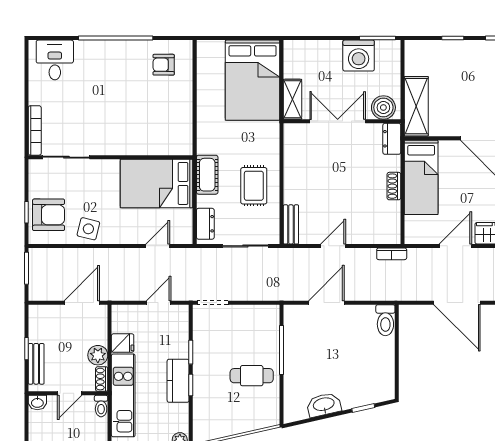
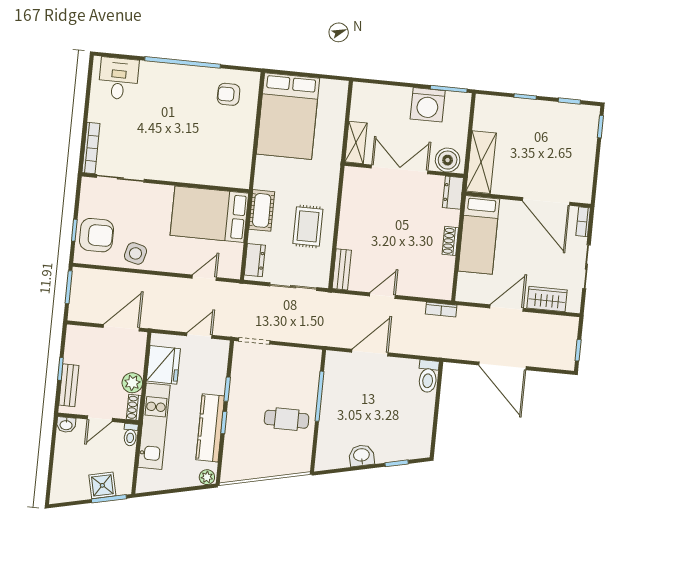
bed: (253, 80) -> (288, 116), moved
fridge: (123, 343) -> (163, 365), width x1.88, depth x1.34
kitchen counter: (178, 381) -> (210, 428), width x1.50
washbasin: (324, 405) -> (361, 455), width x0.72

